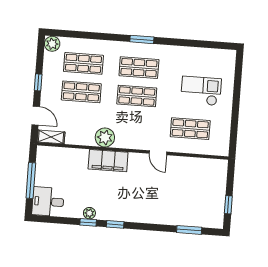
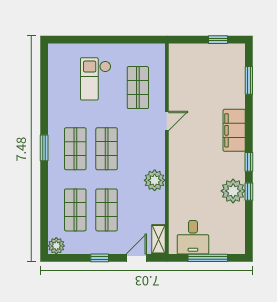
filing cabinet: (108, 161) -> (234, 130), moved, turned 180
desk: (48, 202) -> (193, 237), moved
plant: (89, 213) -> (233, 191), width x1.88, depth x1.88

